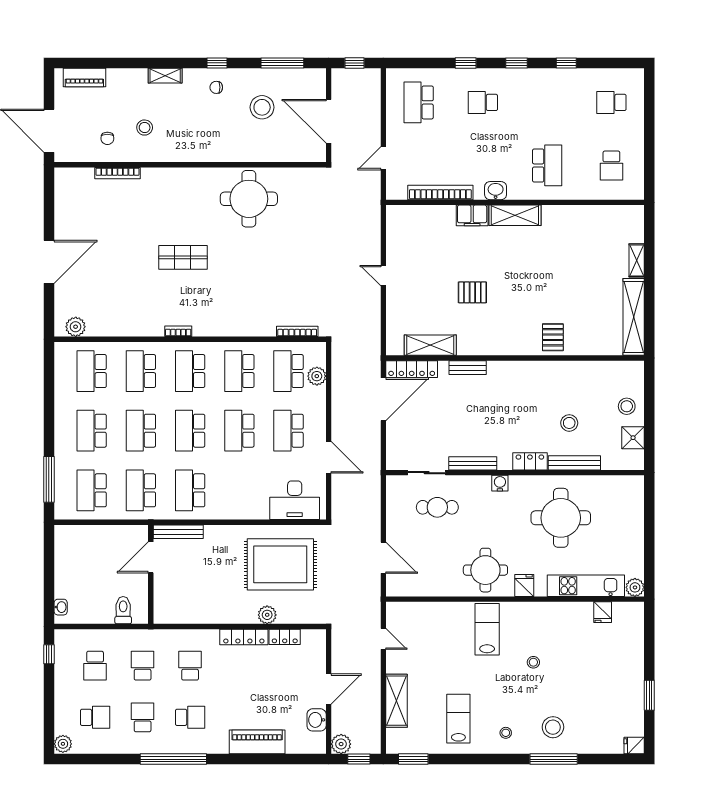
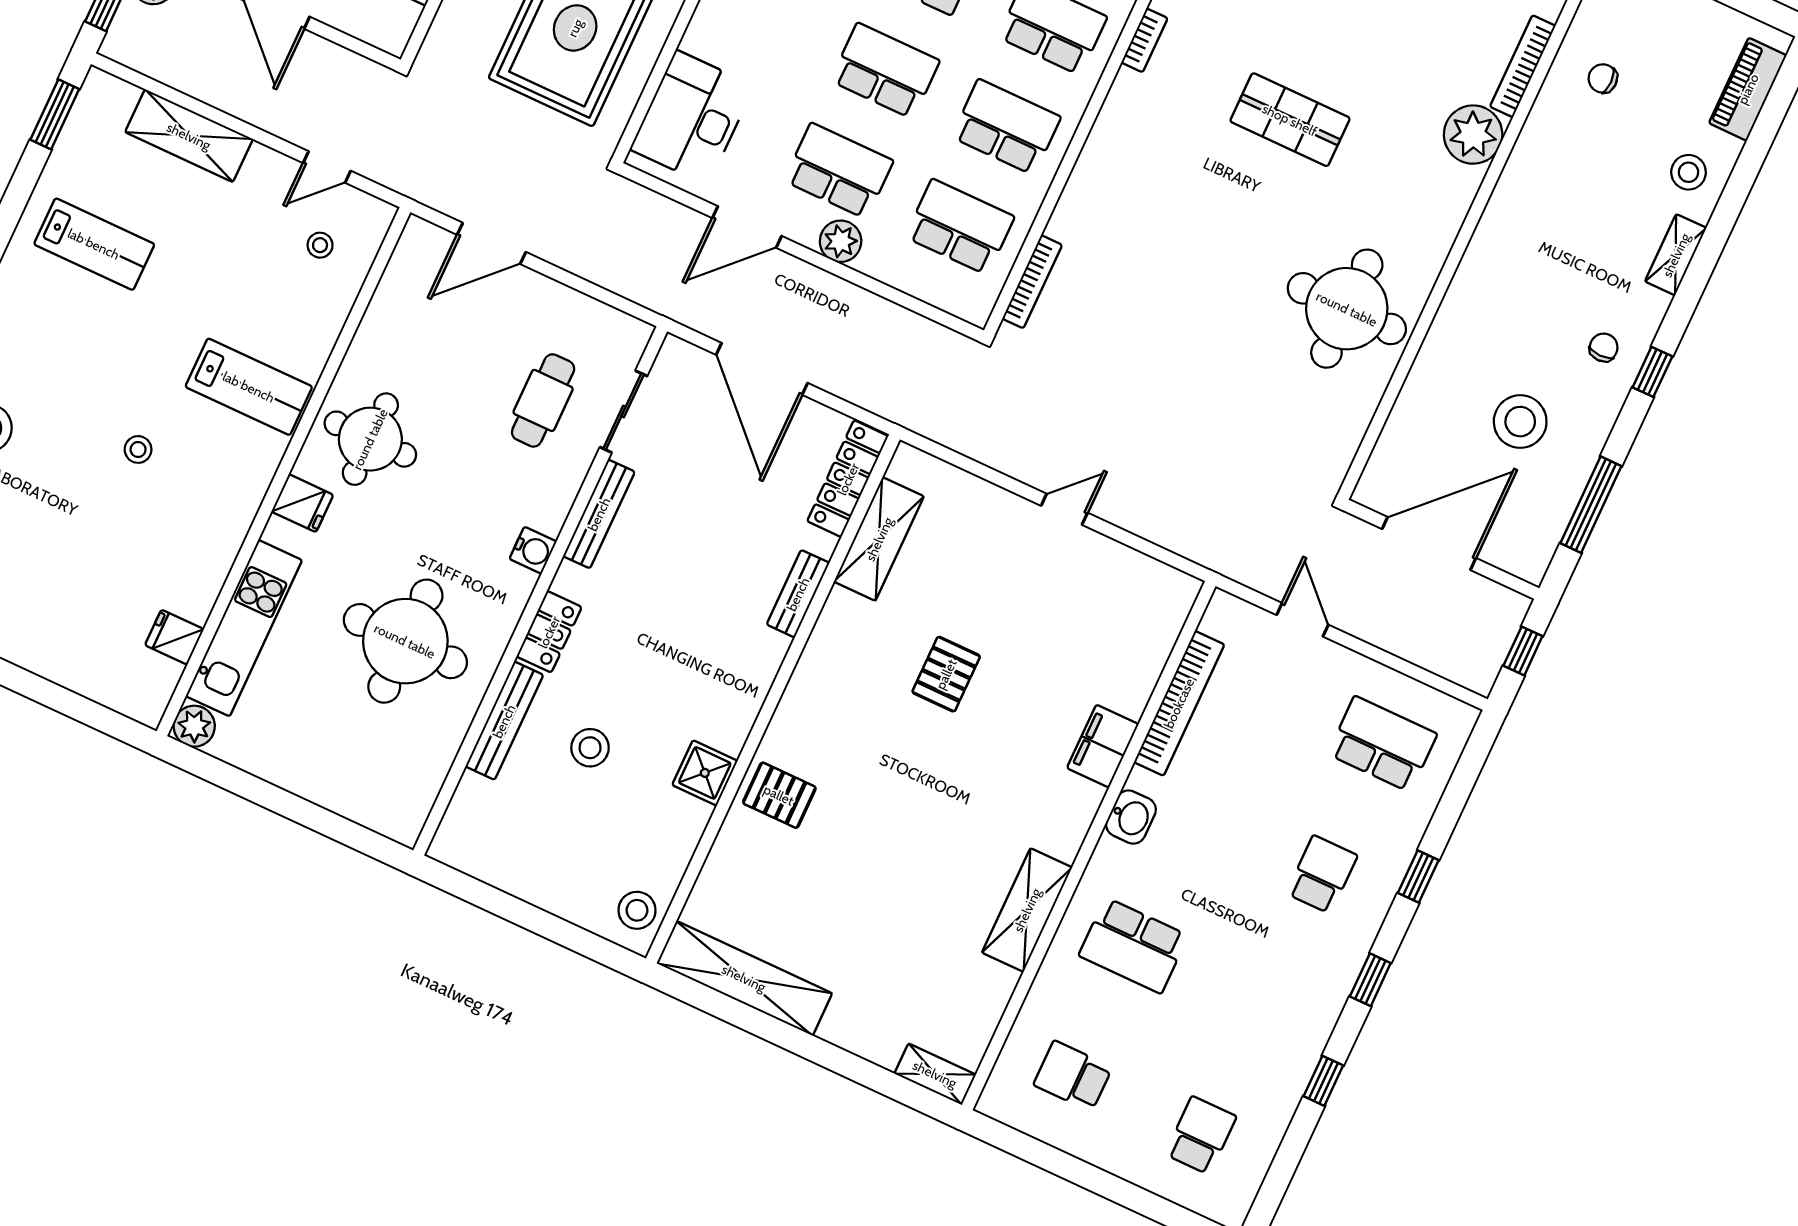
stool: (145, 128) -> (1689, 172), moved
plant: (155, 180) -> (1473, 135), added
shelving: (515, 215) -> (1027, 910), moved
shop shelf: (183, 257) -> (1290, 120), turned 90
shelving: (637, 260) -> (935, 1074), moved
plant: (317, 376) -> (841, 241), moved
door: (383, 399) -> (762, 369), moved
stool: (627, 406) -> (637, 910), moved
shower: (633, 438) -> (705, 773), moved
stool: (506, 733) -> (320, 245), moved

